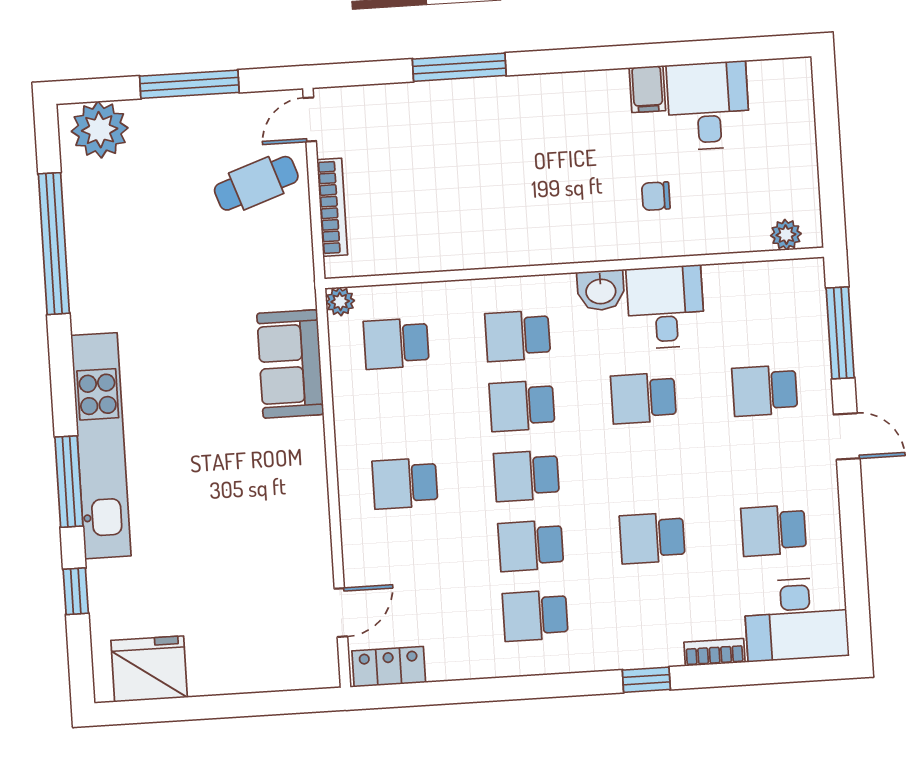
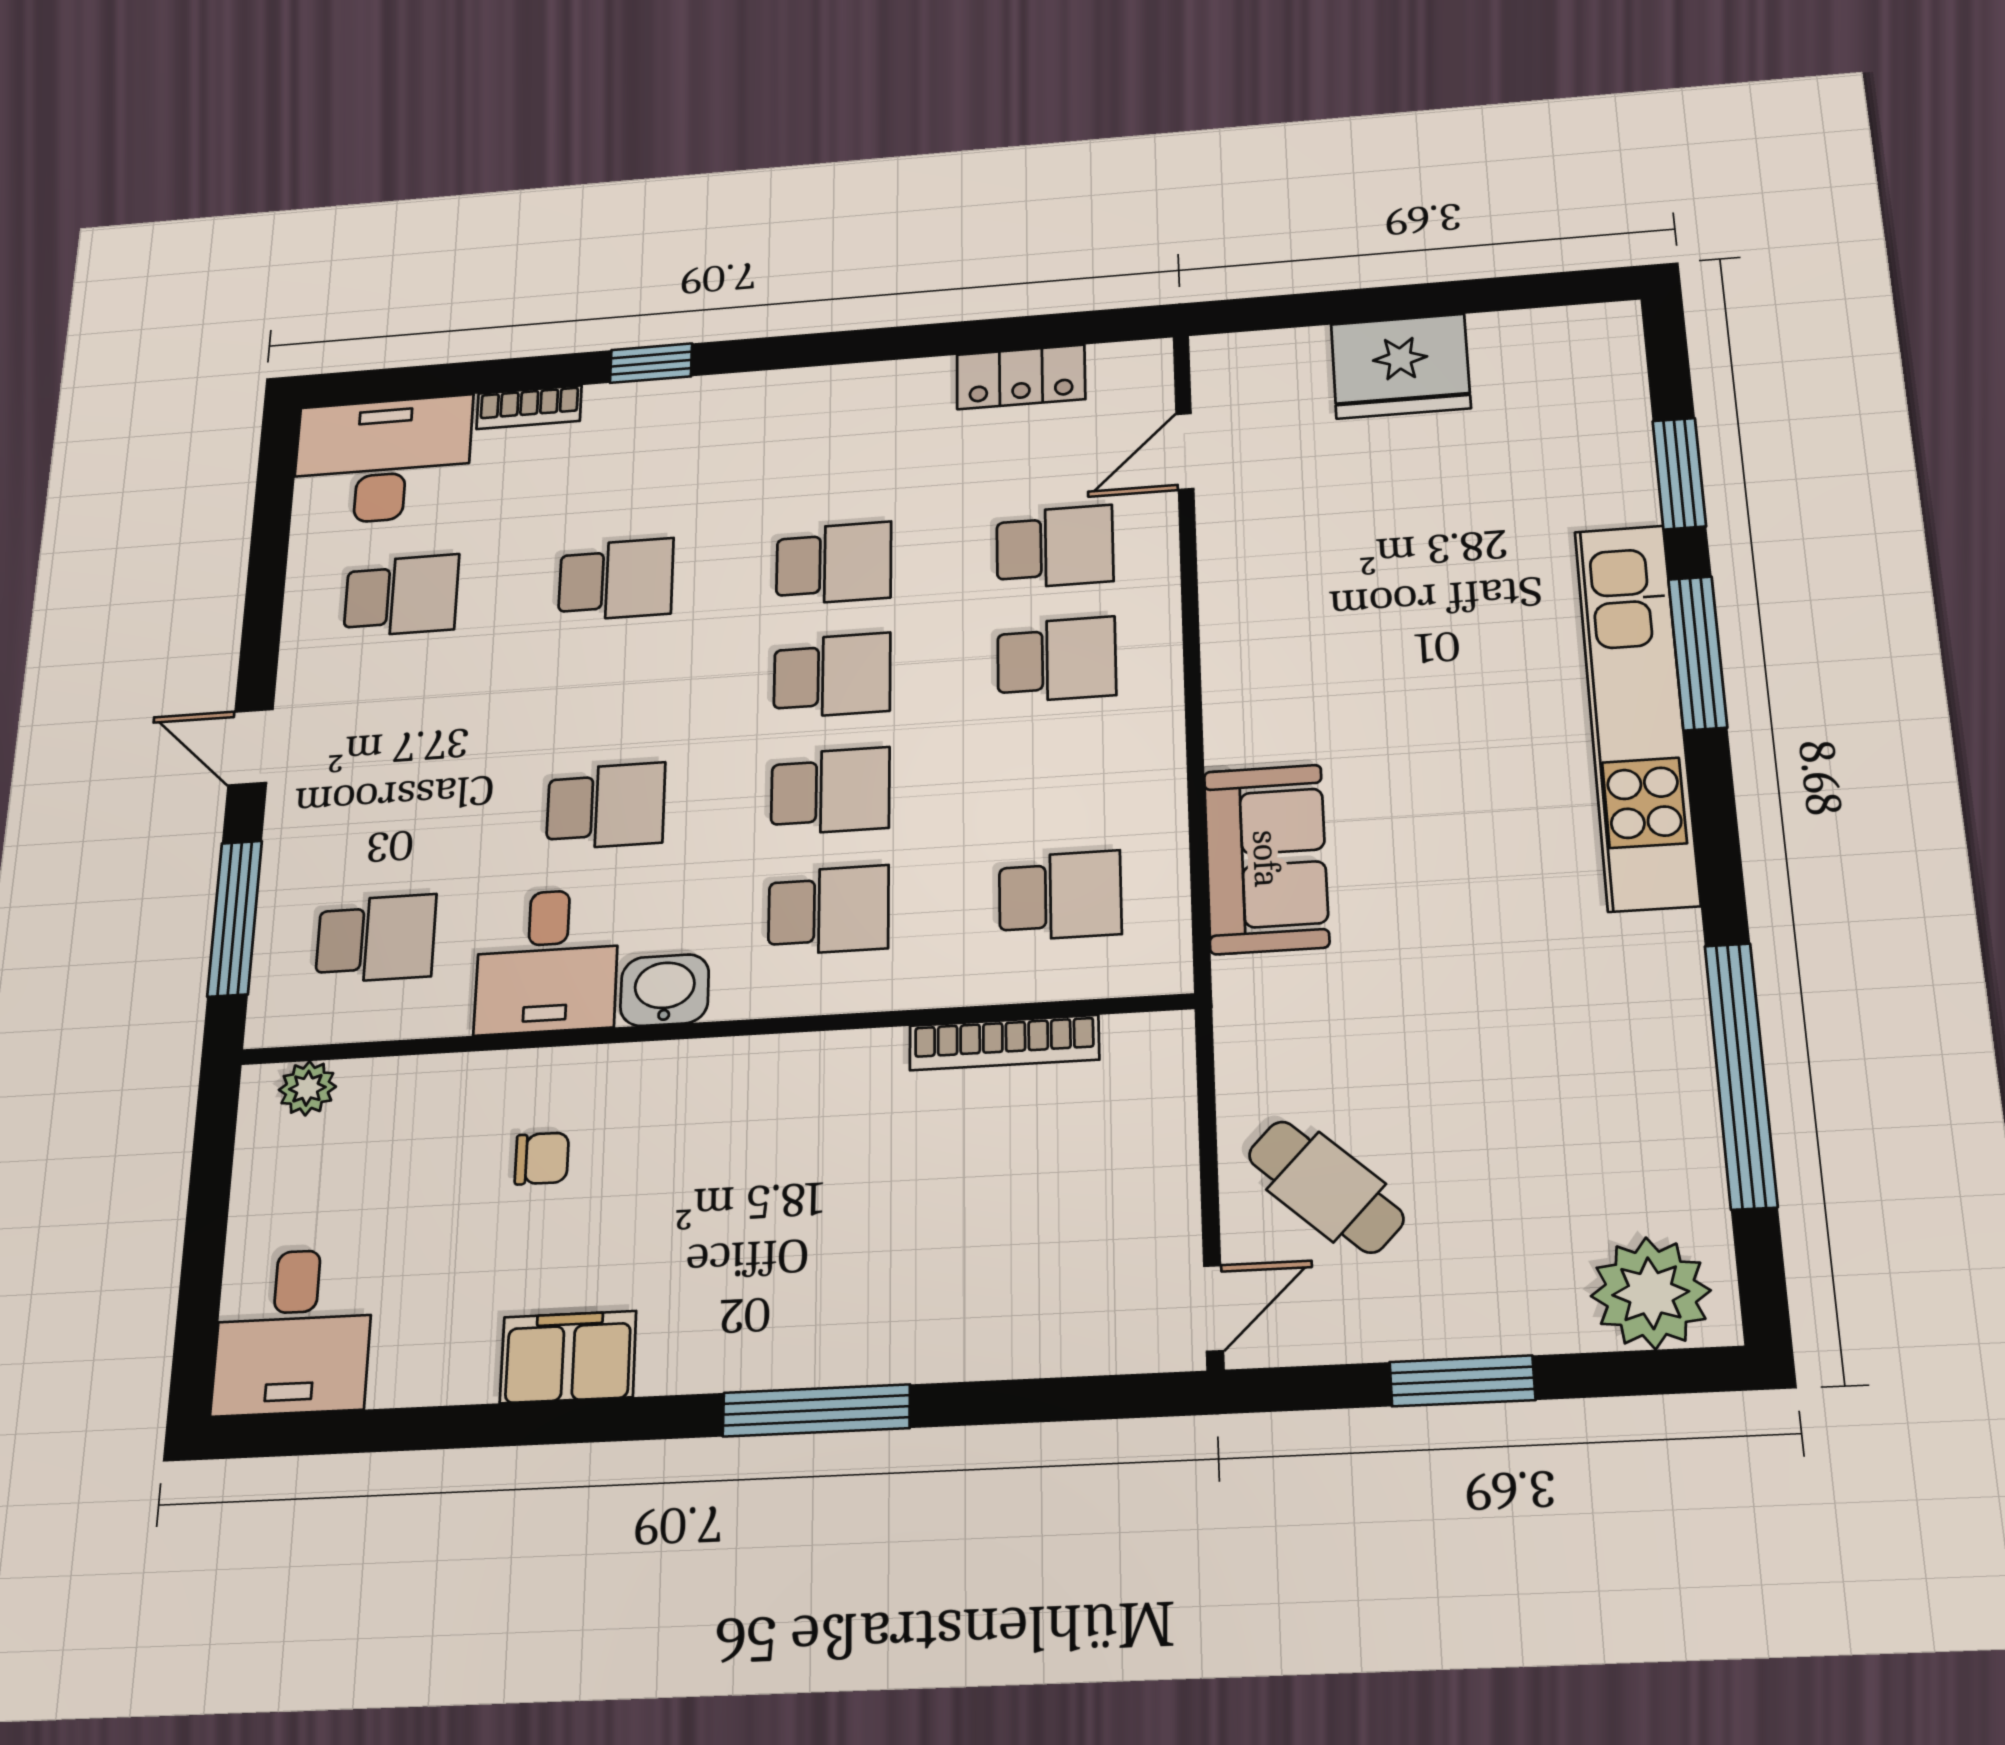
window: (459, 67) -> (816, 1410), moved
window: (189, 84) -> (1462, 1381), width x0.69
filing cabinet: (647, 89) -> (568, 1357), width x2.00
desk: (708, 106) -> (293, 1332), moved
cafe table: (256, 183) -> (1326, 1187), turned 62
bookcase: (332, 207) -> (1004, 1043), moved, turned -90
plant: (340, 301) -> (1165, 969), removed
school desk: (765, 390) -> (376, 939), moved
window: (76, 591) -> (1679, 473), width x1.50
school desk: (535, 616) -> (1055, 547), moved
locker: (389, 667) -> (1021, 377), moved
fridge: (149, 669) -> (1401, 366), moved

